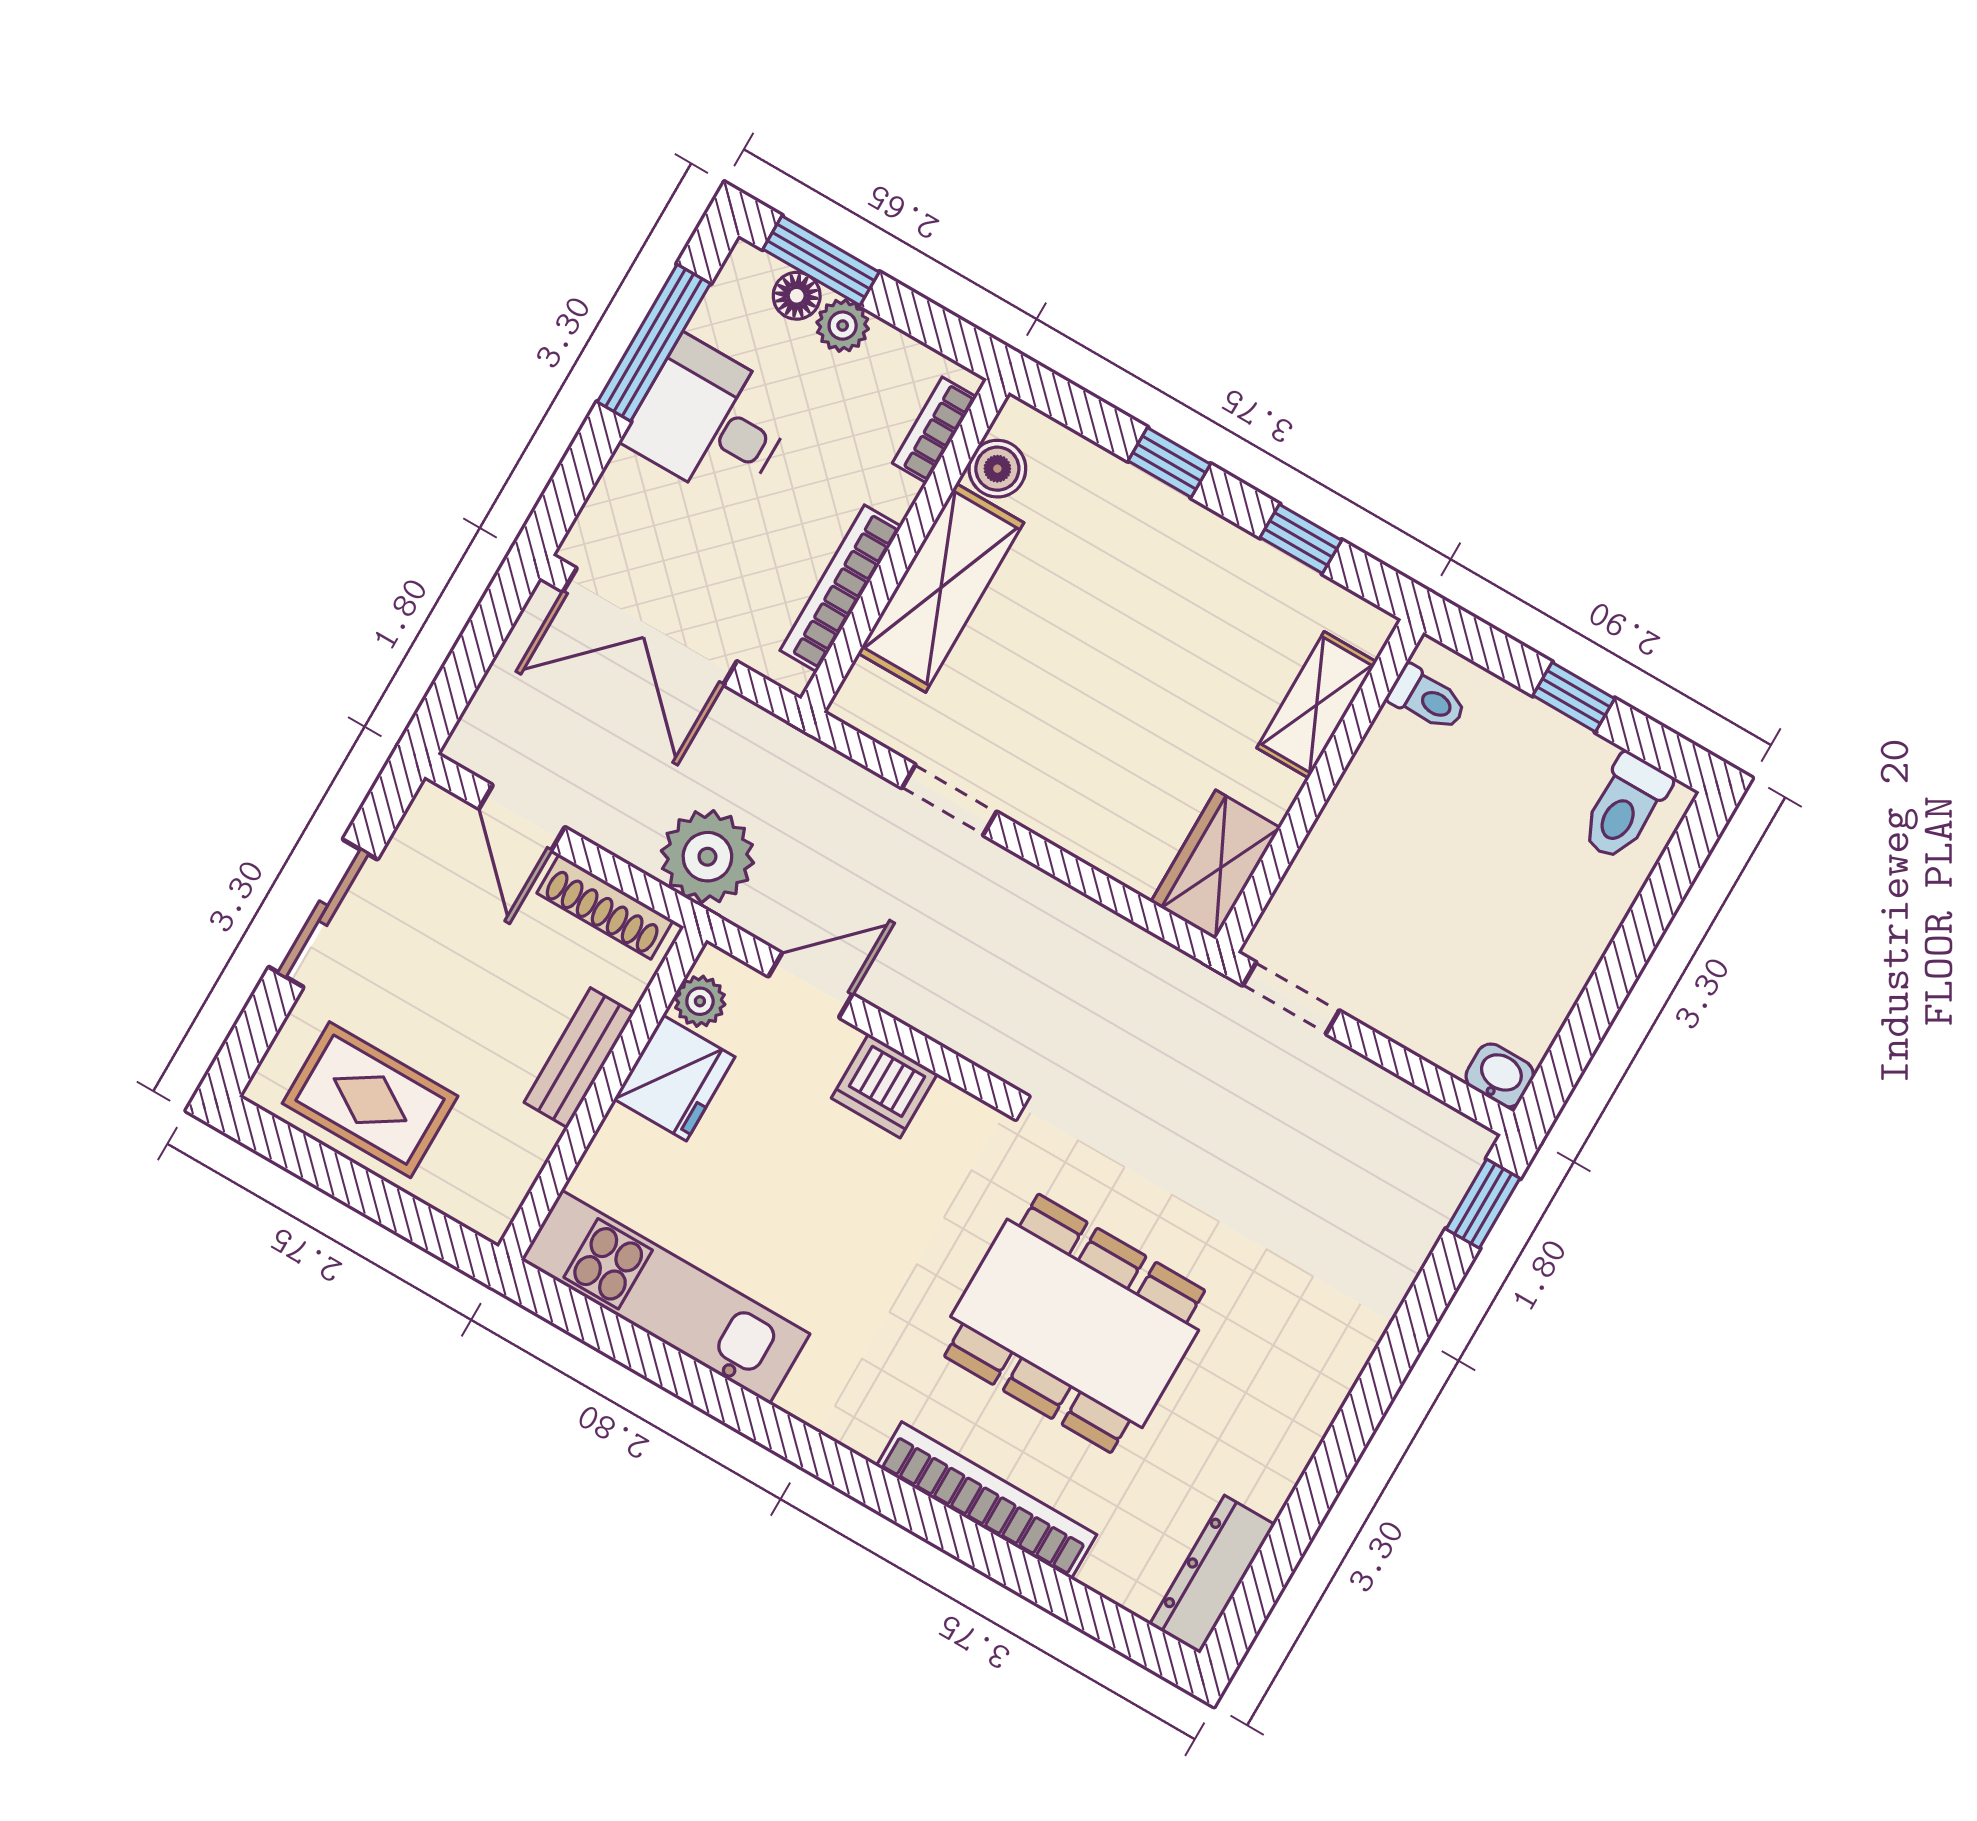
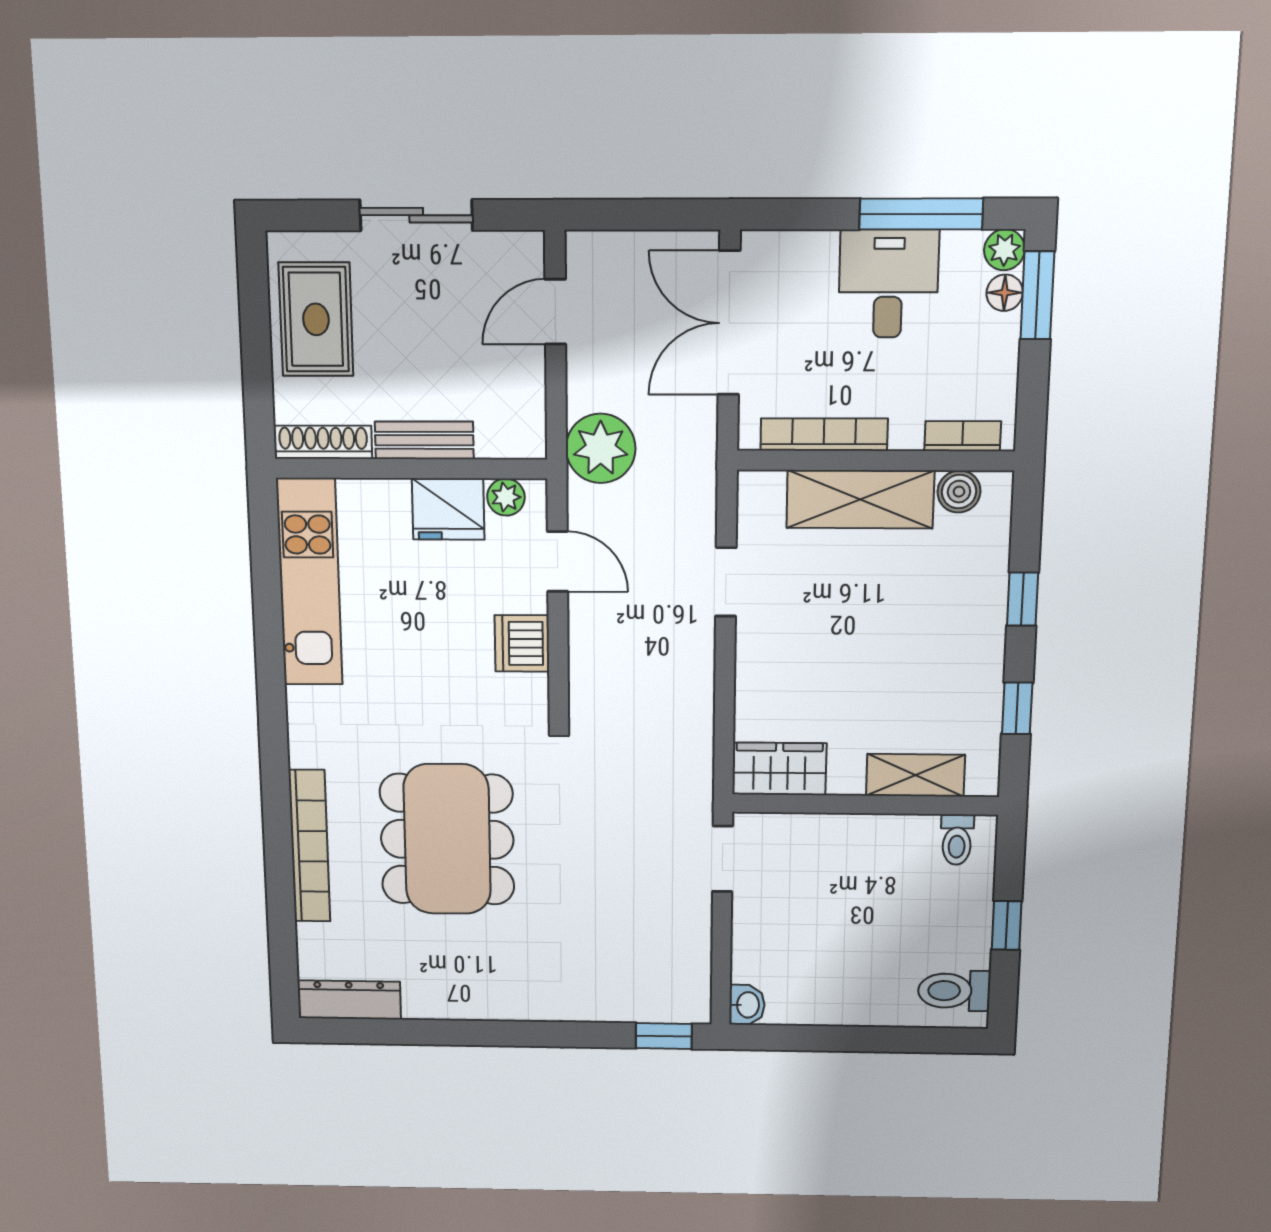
plant: (843, 326) -> (1004, 250), moved
shoe rack: (605, 907) -> (323, 442), moved, turned 90

